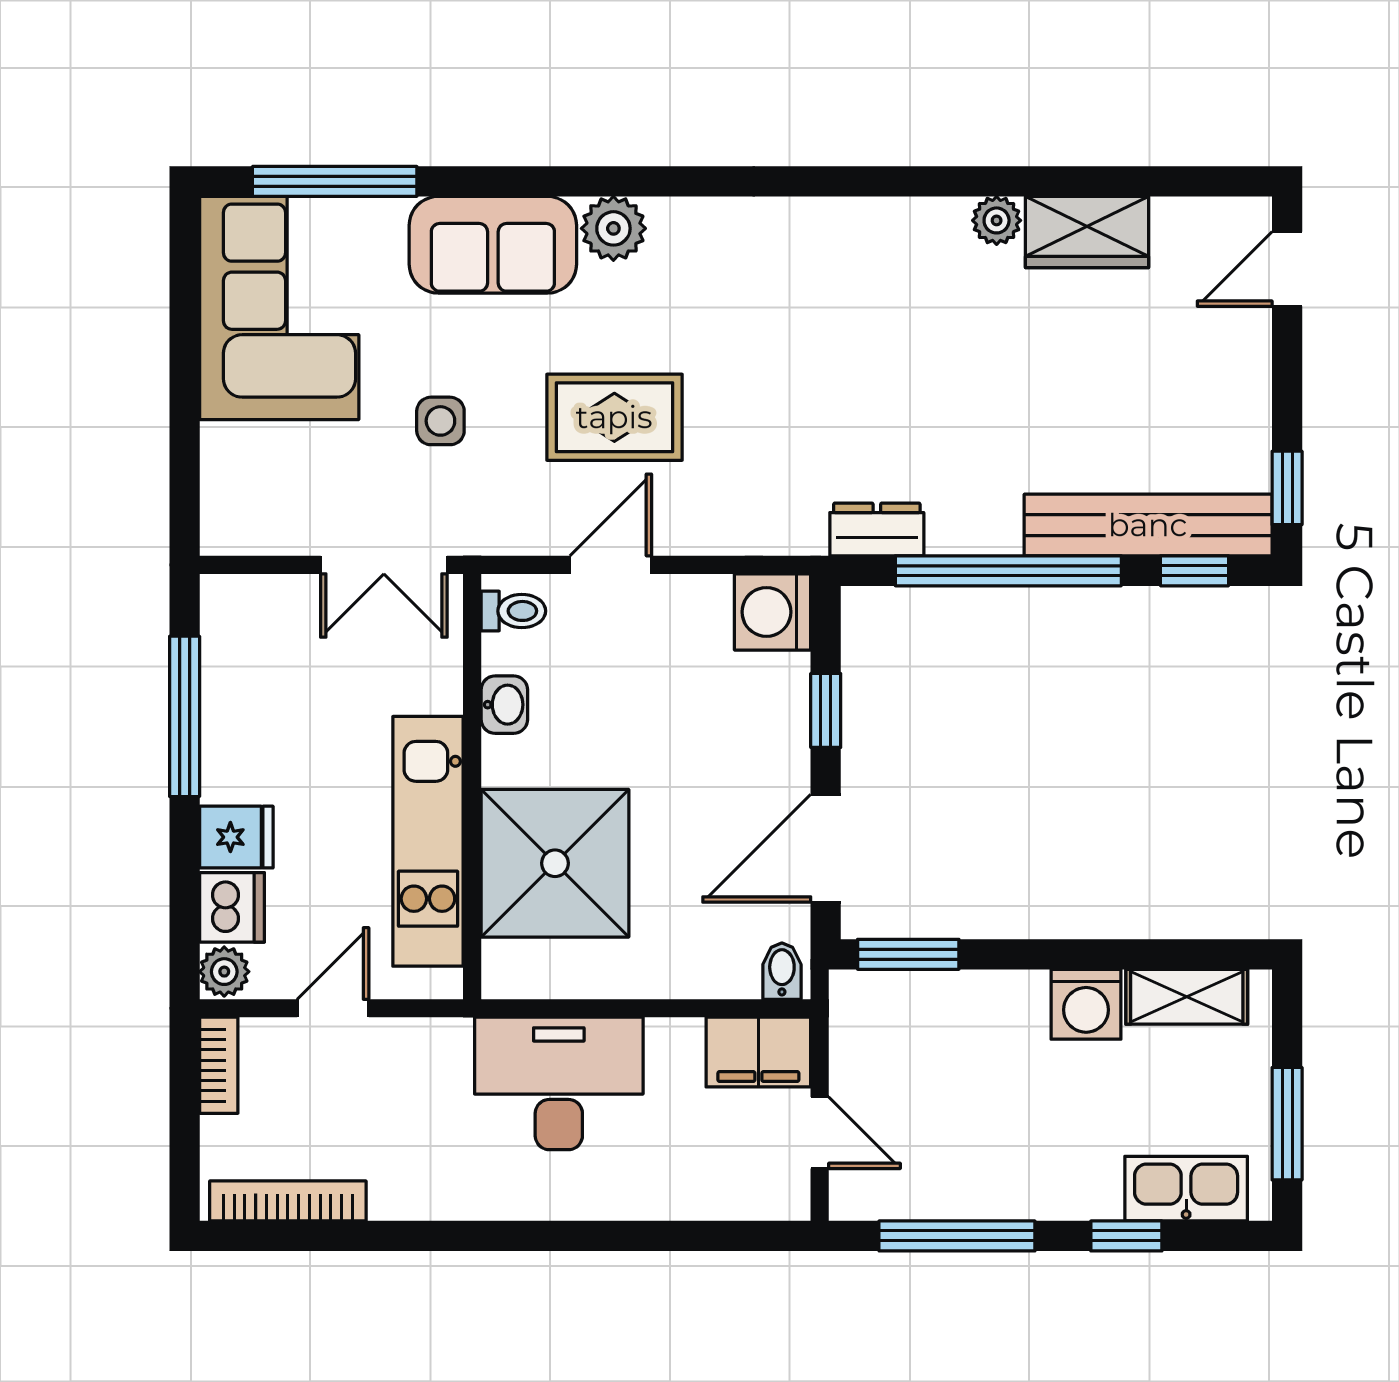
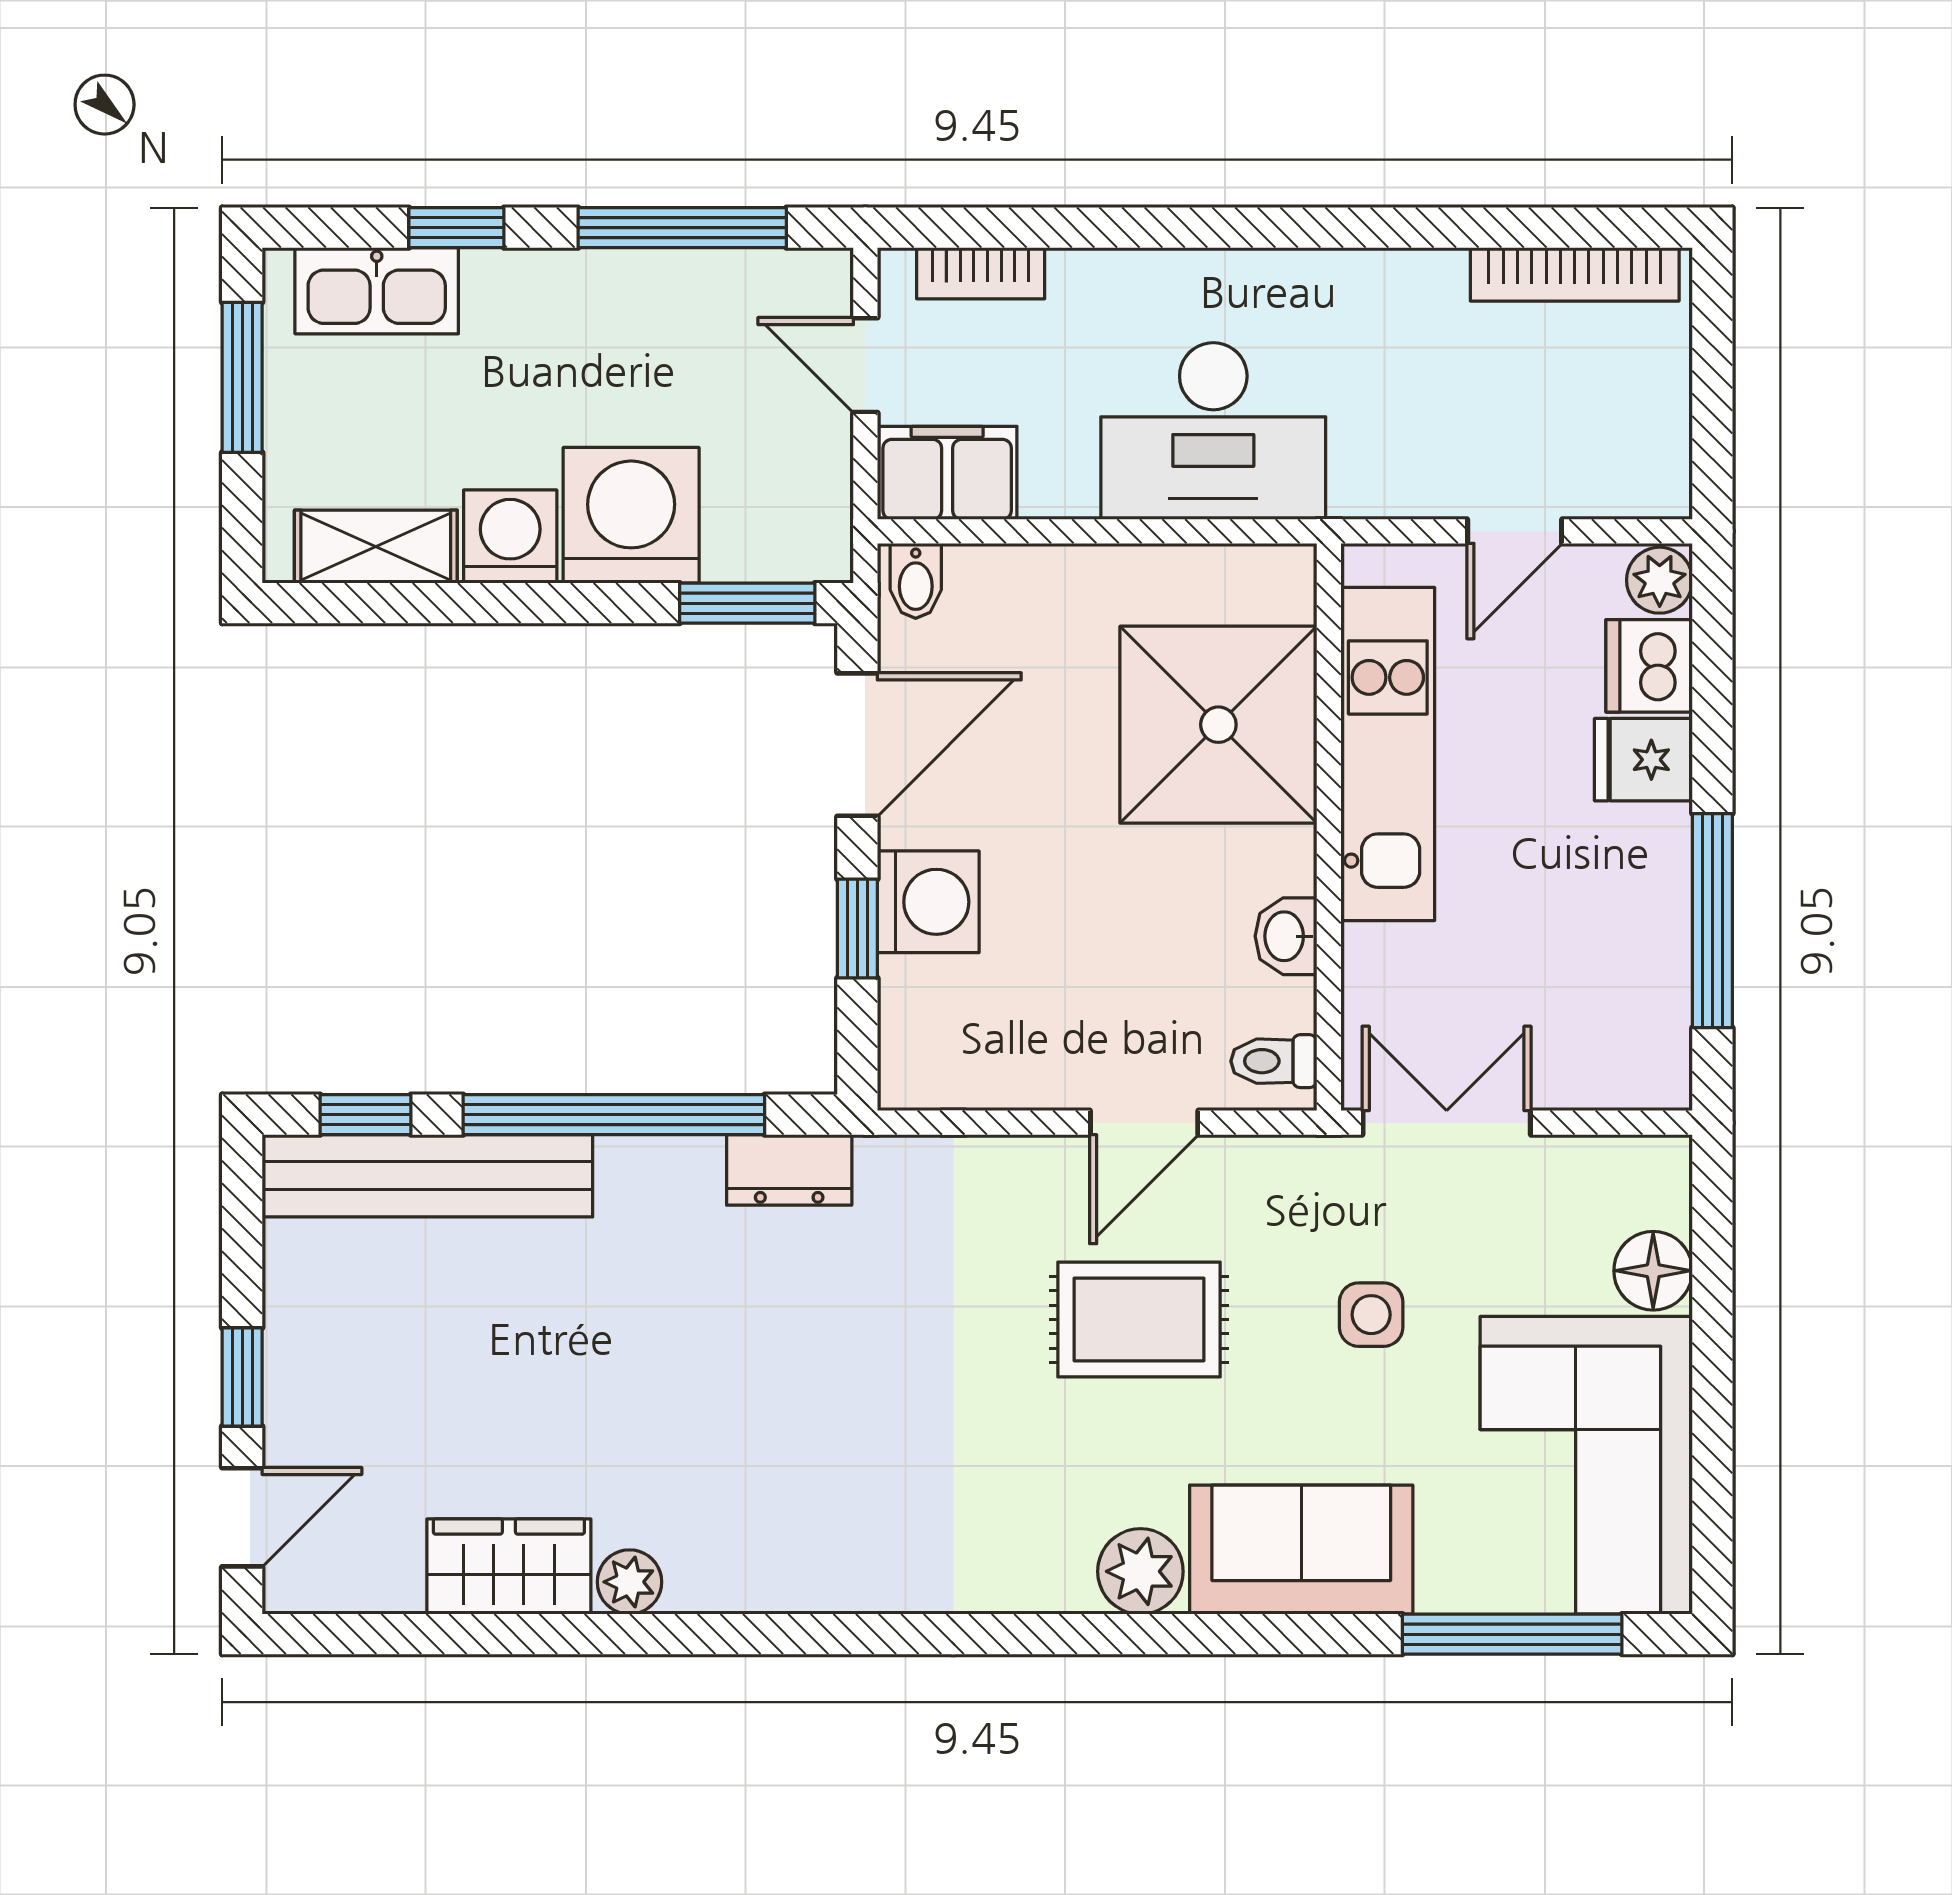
floor lamp: (229, 454) -> (1653, 1271), added
window: (1287, 488) -> (242, 1377), moved
washing machine: (773, 612) -> (928, 902), moved
washing machine: (995, 1020) -> (631, 515), added
bookcase: (219, 1065) -> (981, 273), moved, turned -90

